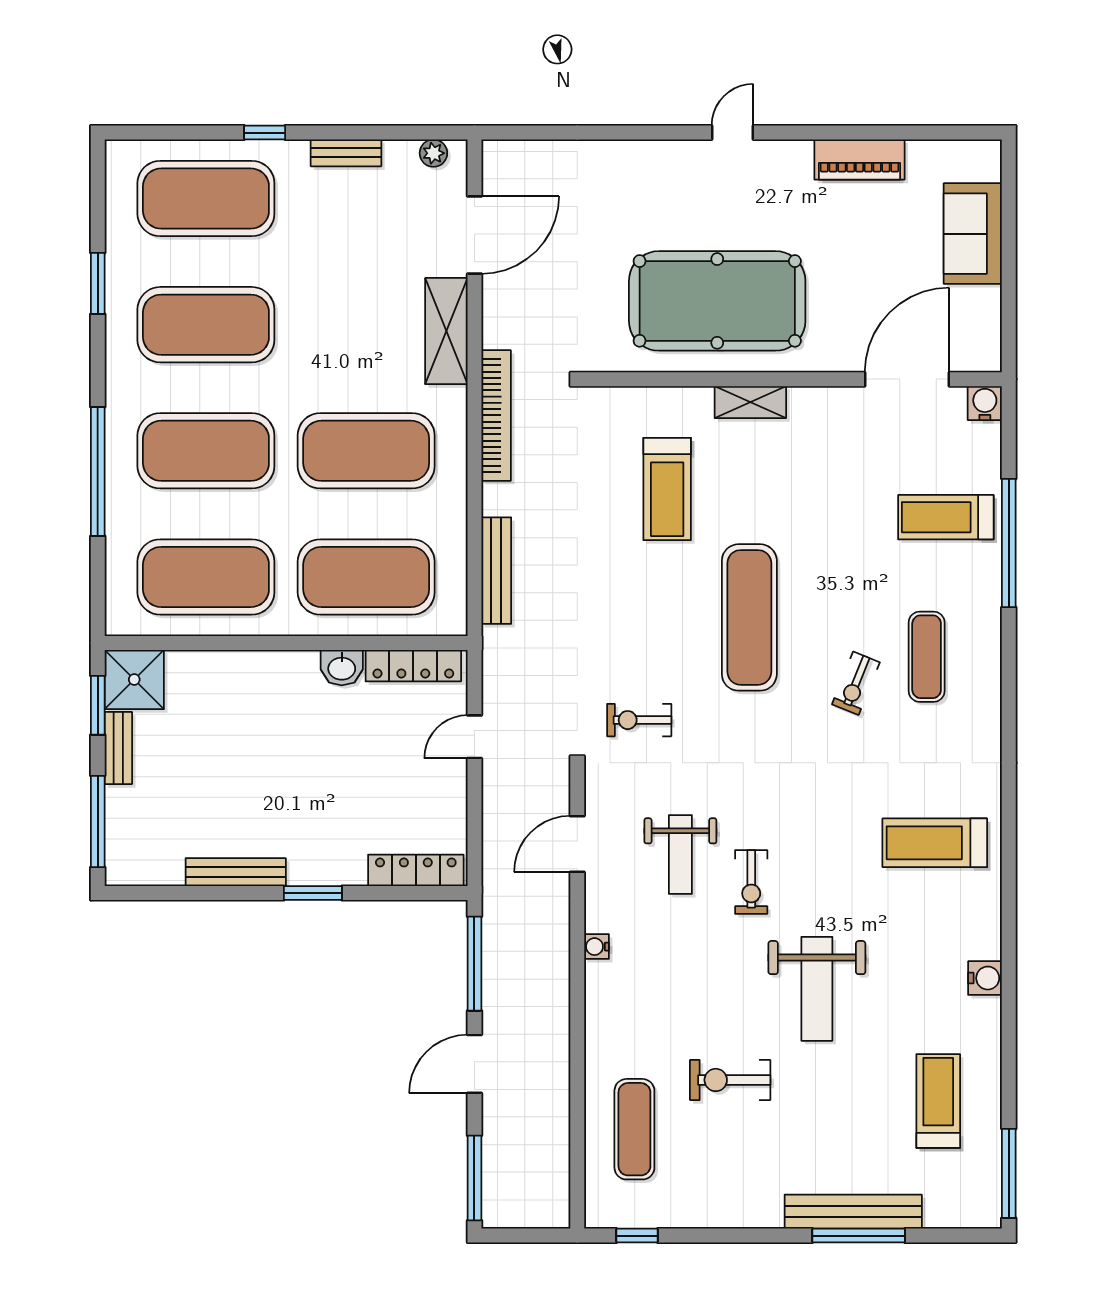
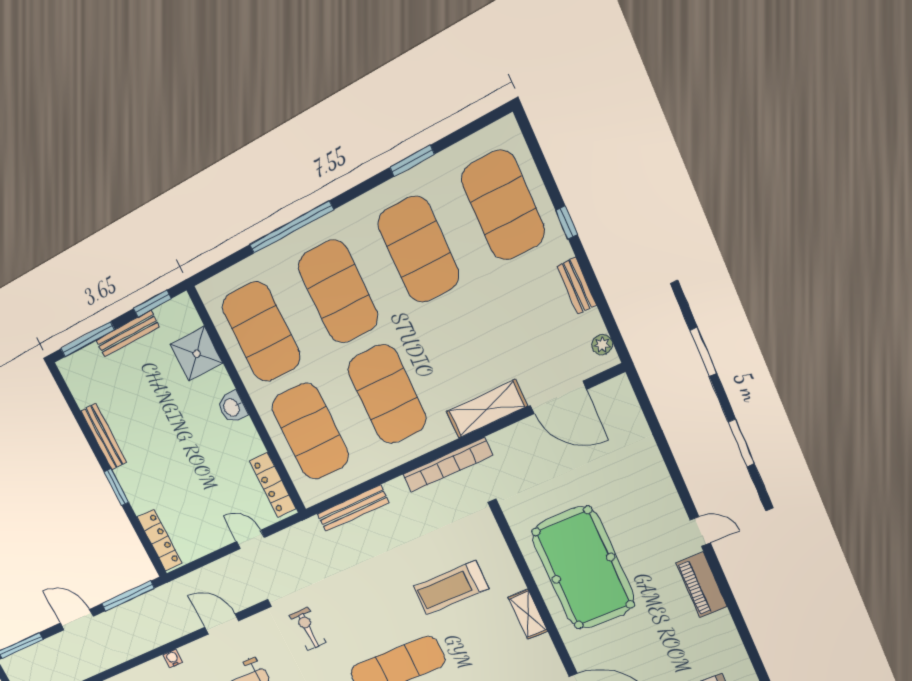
piano: (859, 160) -> (702, 585), moved
washbasin: (342, 668) -> (232, 407), moved
shower: (134, 679) -> (197, 354), moved
bench: (118, 748) -> (127, 334), width x1.36

